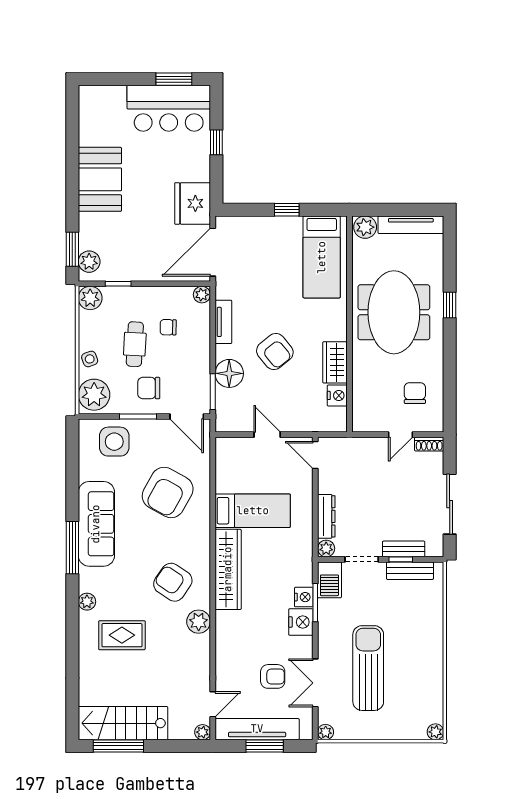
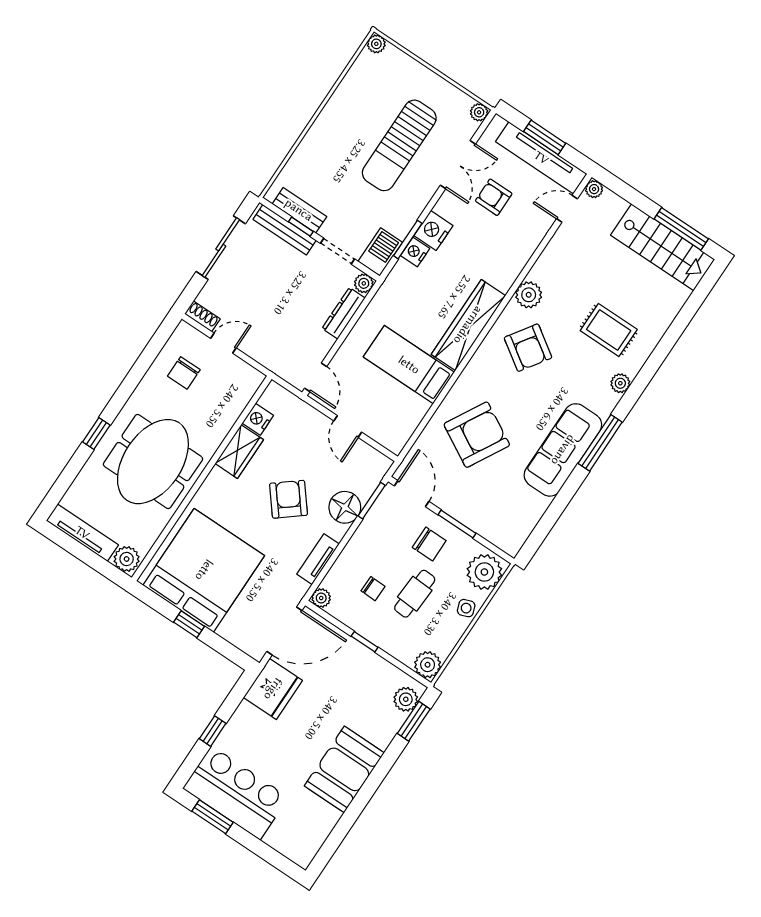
bed: (322, 257) -> (204, 570), width x2.04
window: (118, 284) -> (365, 642), moved
side table: (114, 442) -> (495, 516), removed
bench: (404, 549) -> (285, 230), width x1.36

